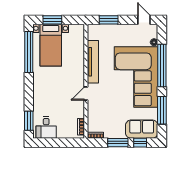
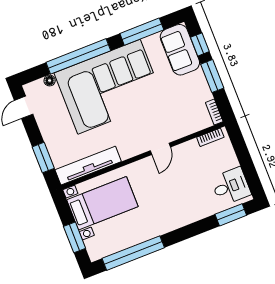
bed with nightstands: (51, 45) -> (102, 203), moved
tv unit: (93, 62) -> (88, 166), moved
door: (86, 93) -> (160, 149), hinge flipped

